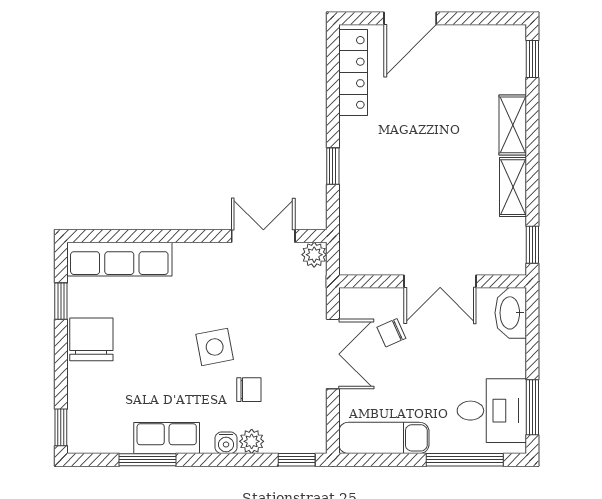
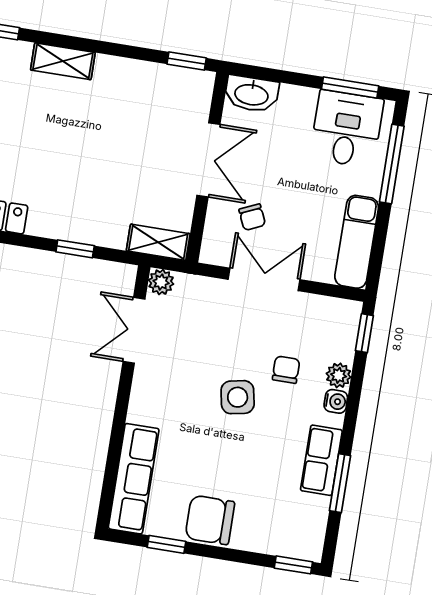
shelving: (513, 187) -> (158, 242), moved

